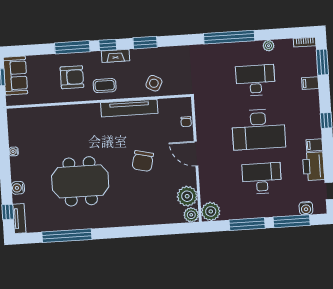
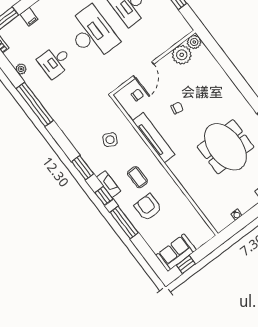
desk: (255, 80) -> (55, 61), width x0.73
wall: (99, 101) -> (164, 165), moved
tv unit: (129, 108) -> (154, 138), moved
chair: (186, 122) -> (137, 95), moved
chair: (143, 161) -> (177, 108), width x0.54, depth x0.54
plant: (211, 211) -> (181, 28), removed

